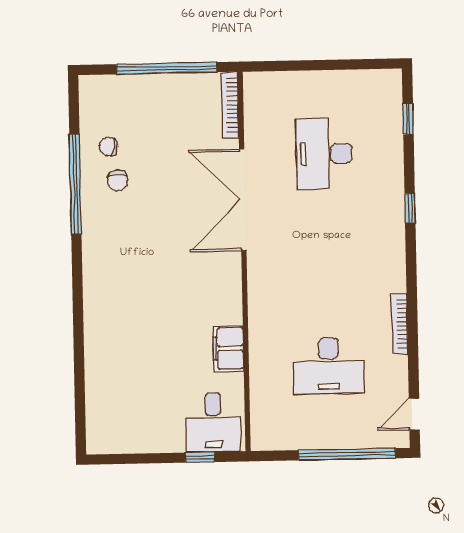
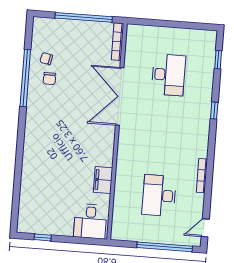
desk: (324, 154) -> (168, 75), turned 180
desk: (328, 366) -> (159, 196), turned 90
window: (200, 457) -> (43, 237), moved

